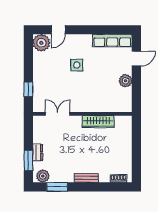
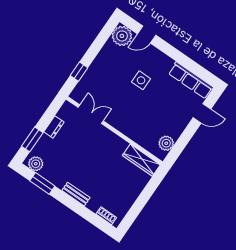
plant: (126, 81) -> (166, 143), moved
wardrobe: (98, 122) -> (141, 160), moved
dresser: (38, 152) -> (54, 127), moved

